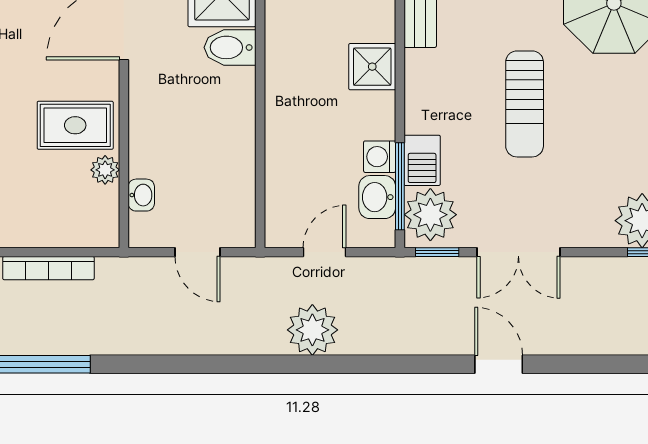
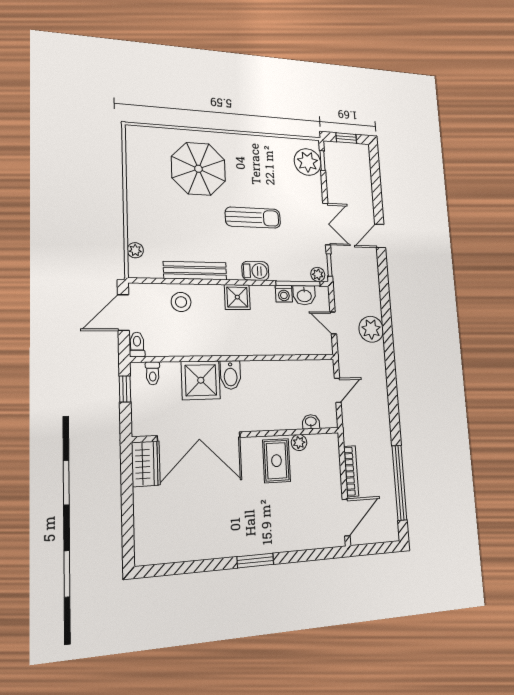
barbecue: (422, 160) -> (255, 271), moved
plant: (430, 215) -> (318, 274), width x0.53, depth x0.53

